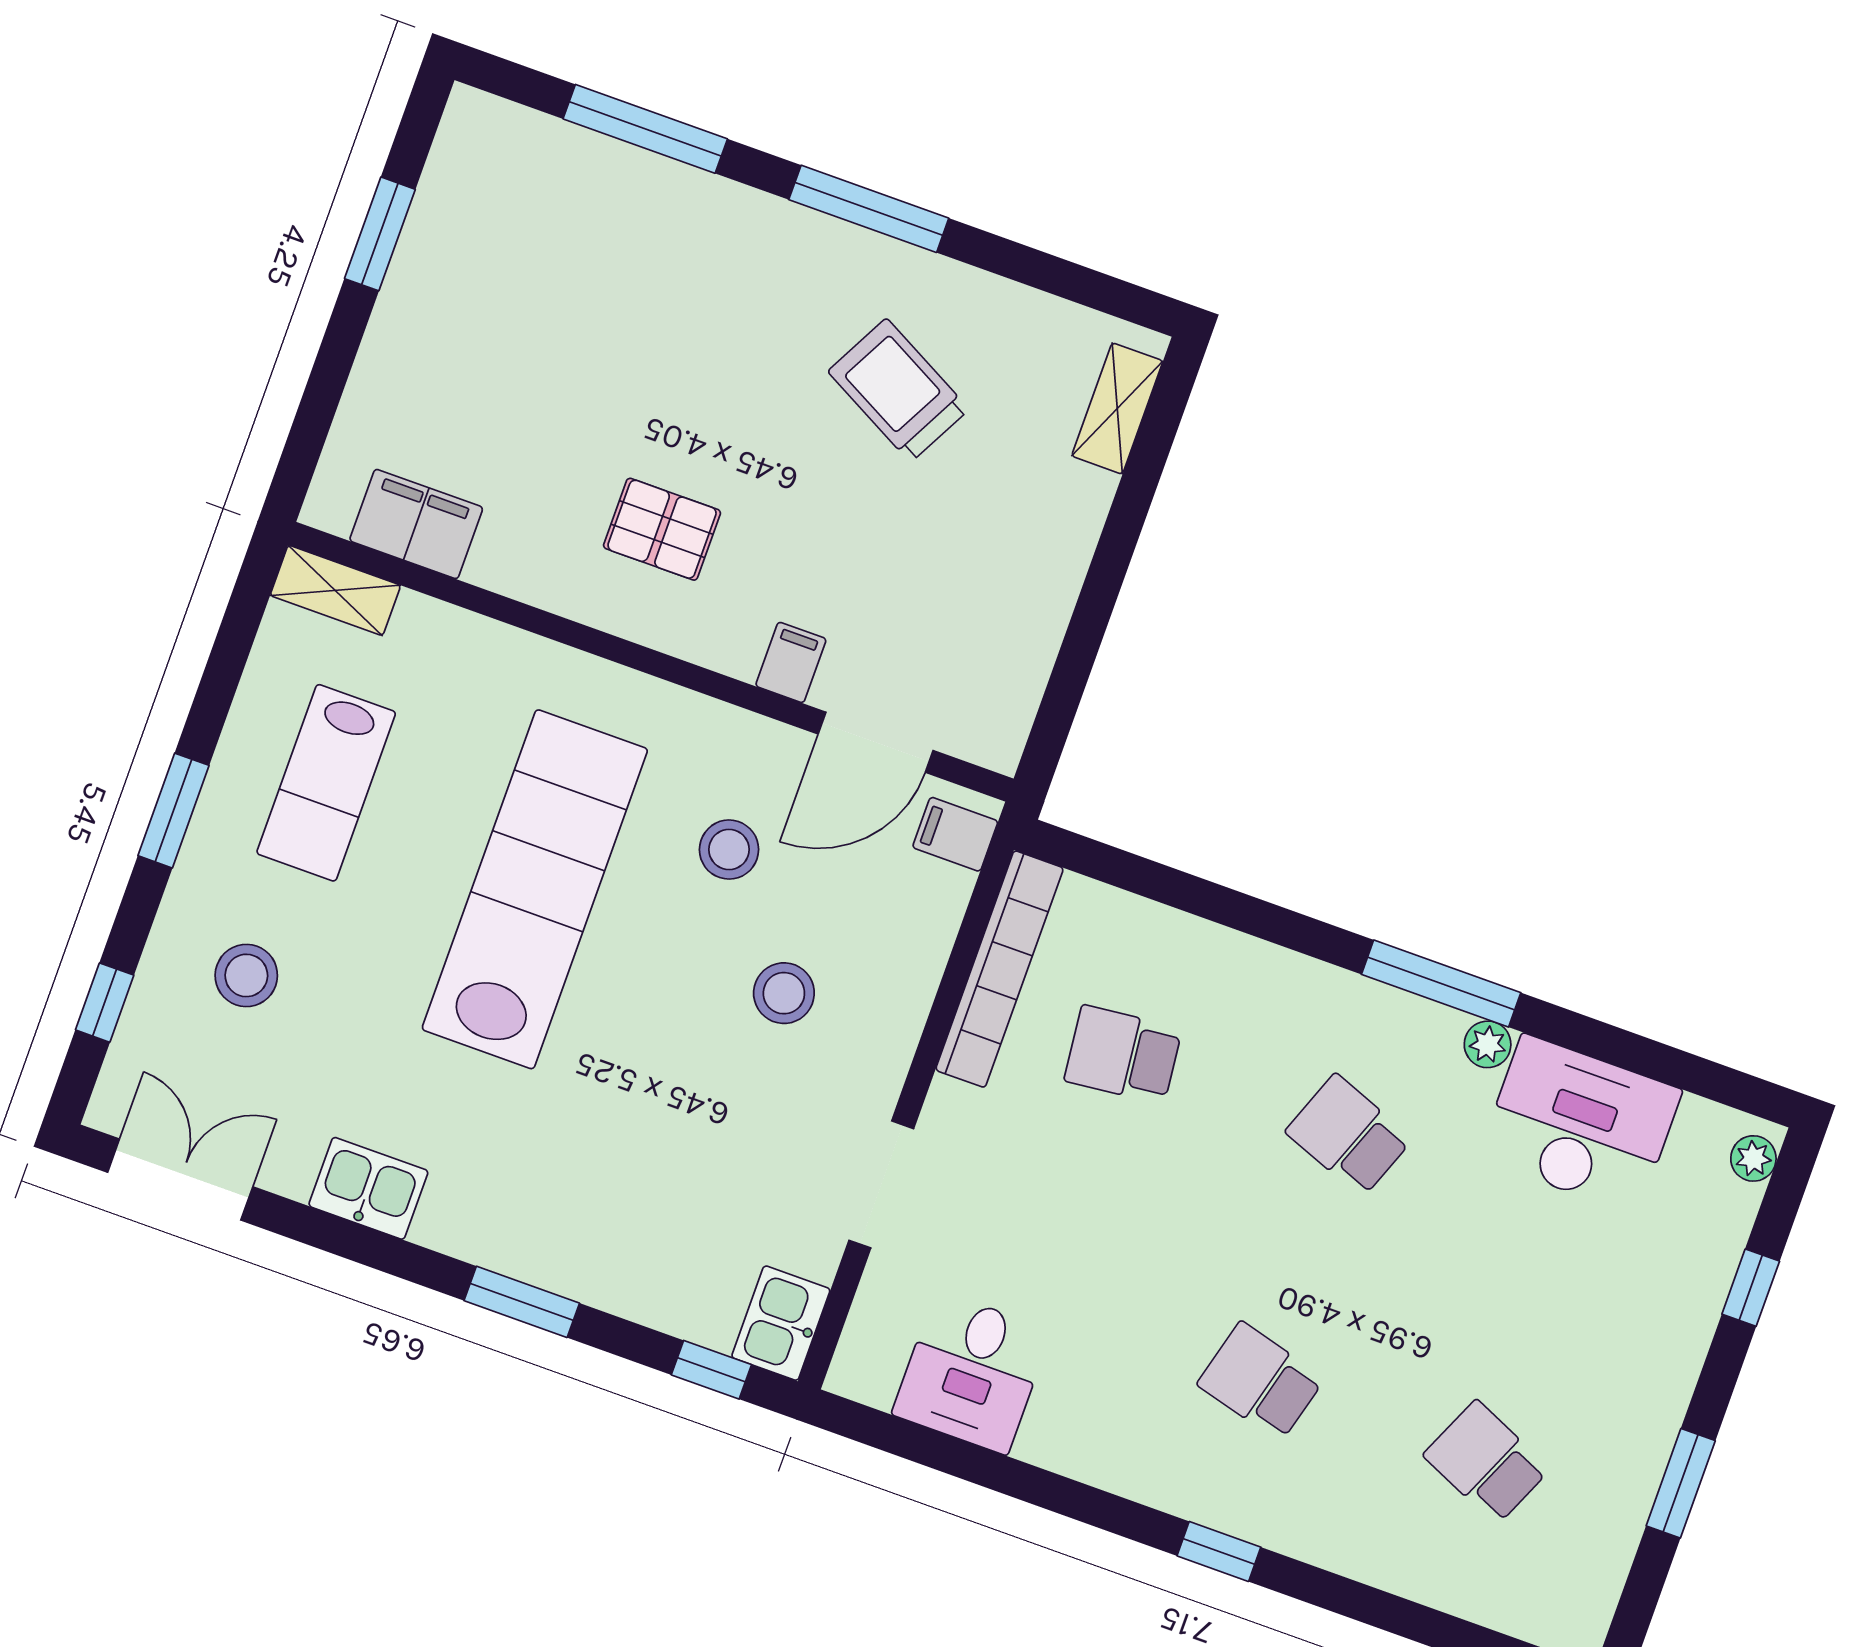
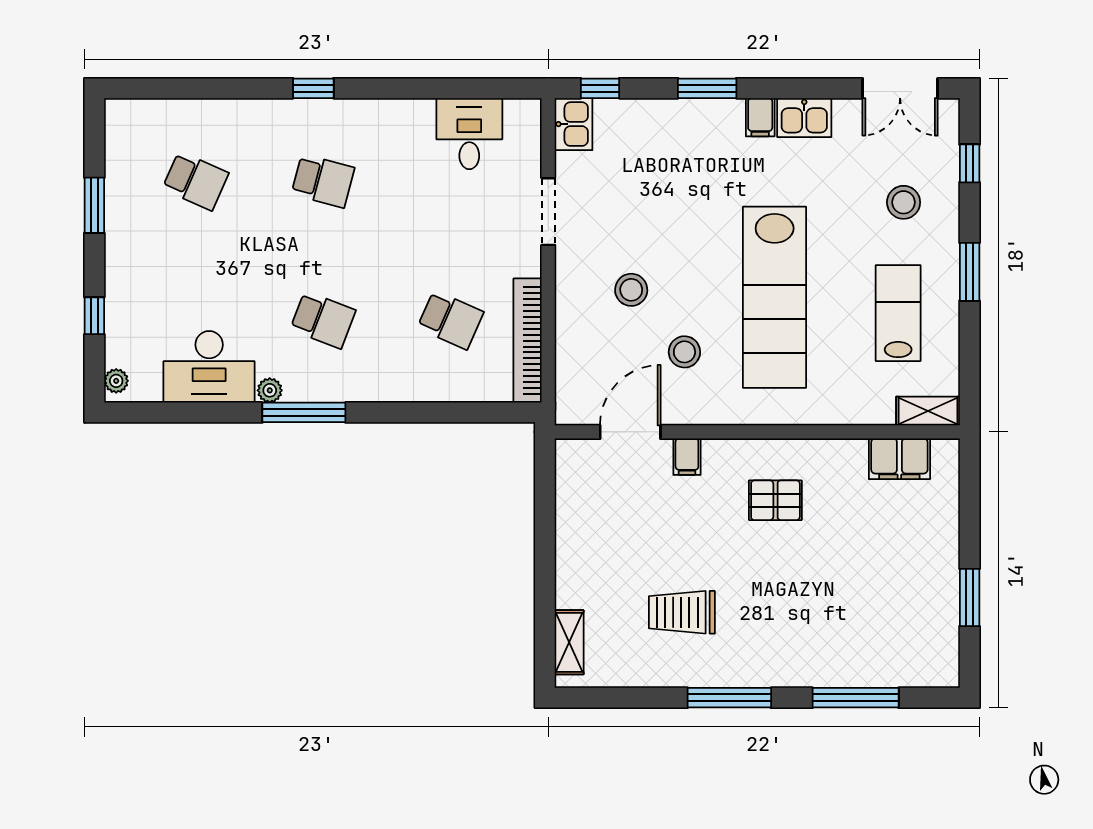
trolley: (898, 390) -> (682, 612), turned 152
filing cabinet: (955, 834) -> (760, 117), moved, turned 90
school desk: (1123, 1055) -> (450, 320), turned 30

